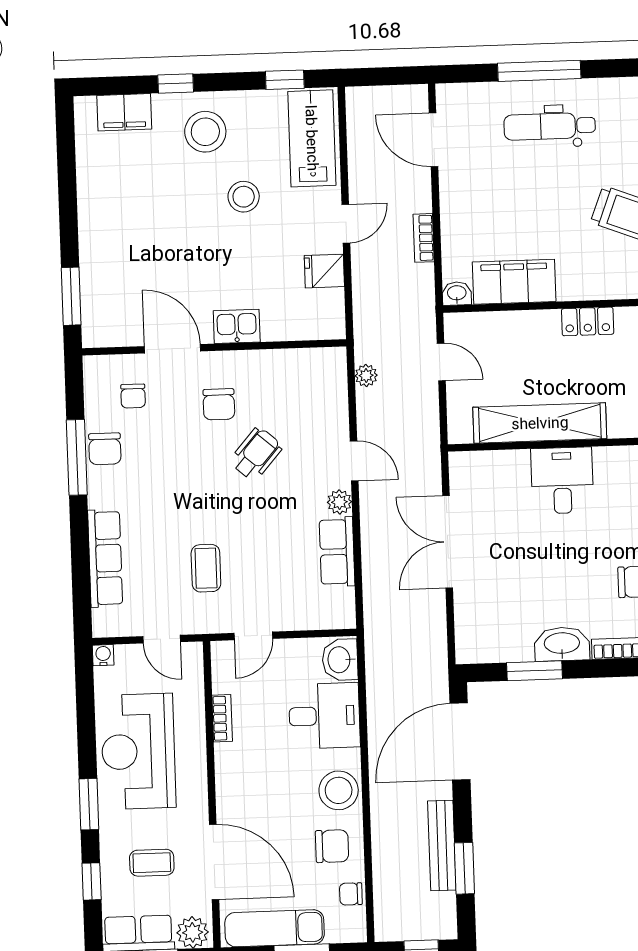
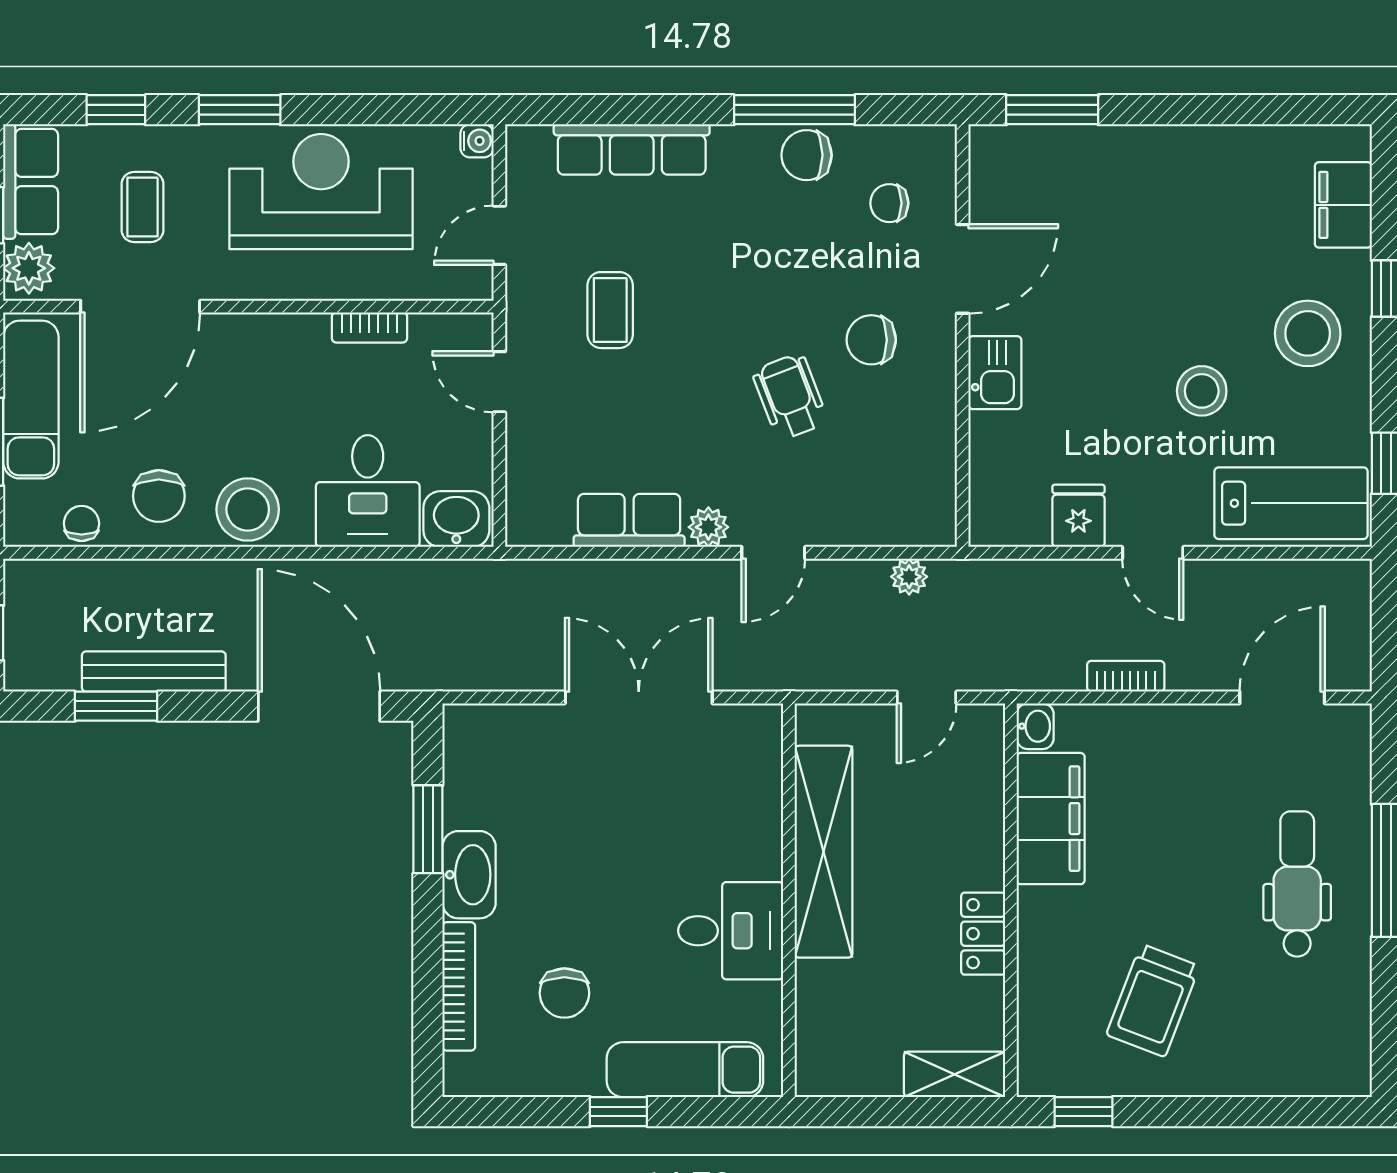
wheelchair: (256, 454) -> (790, 397), turned -152
desk: (562, 480) -> (731, 931), moved
coffee table: (206, 568) -> (610, 310), turned 90

